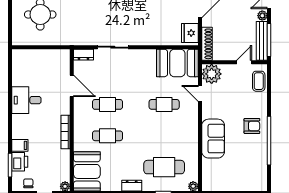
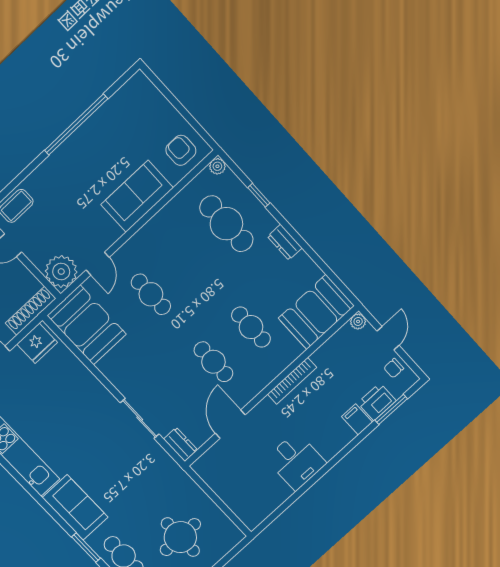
armchair: (252, 126) -> (181, 150), moved

